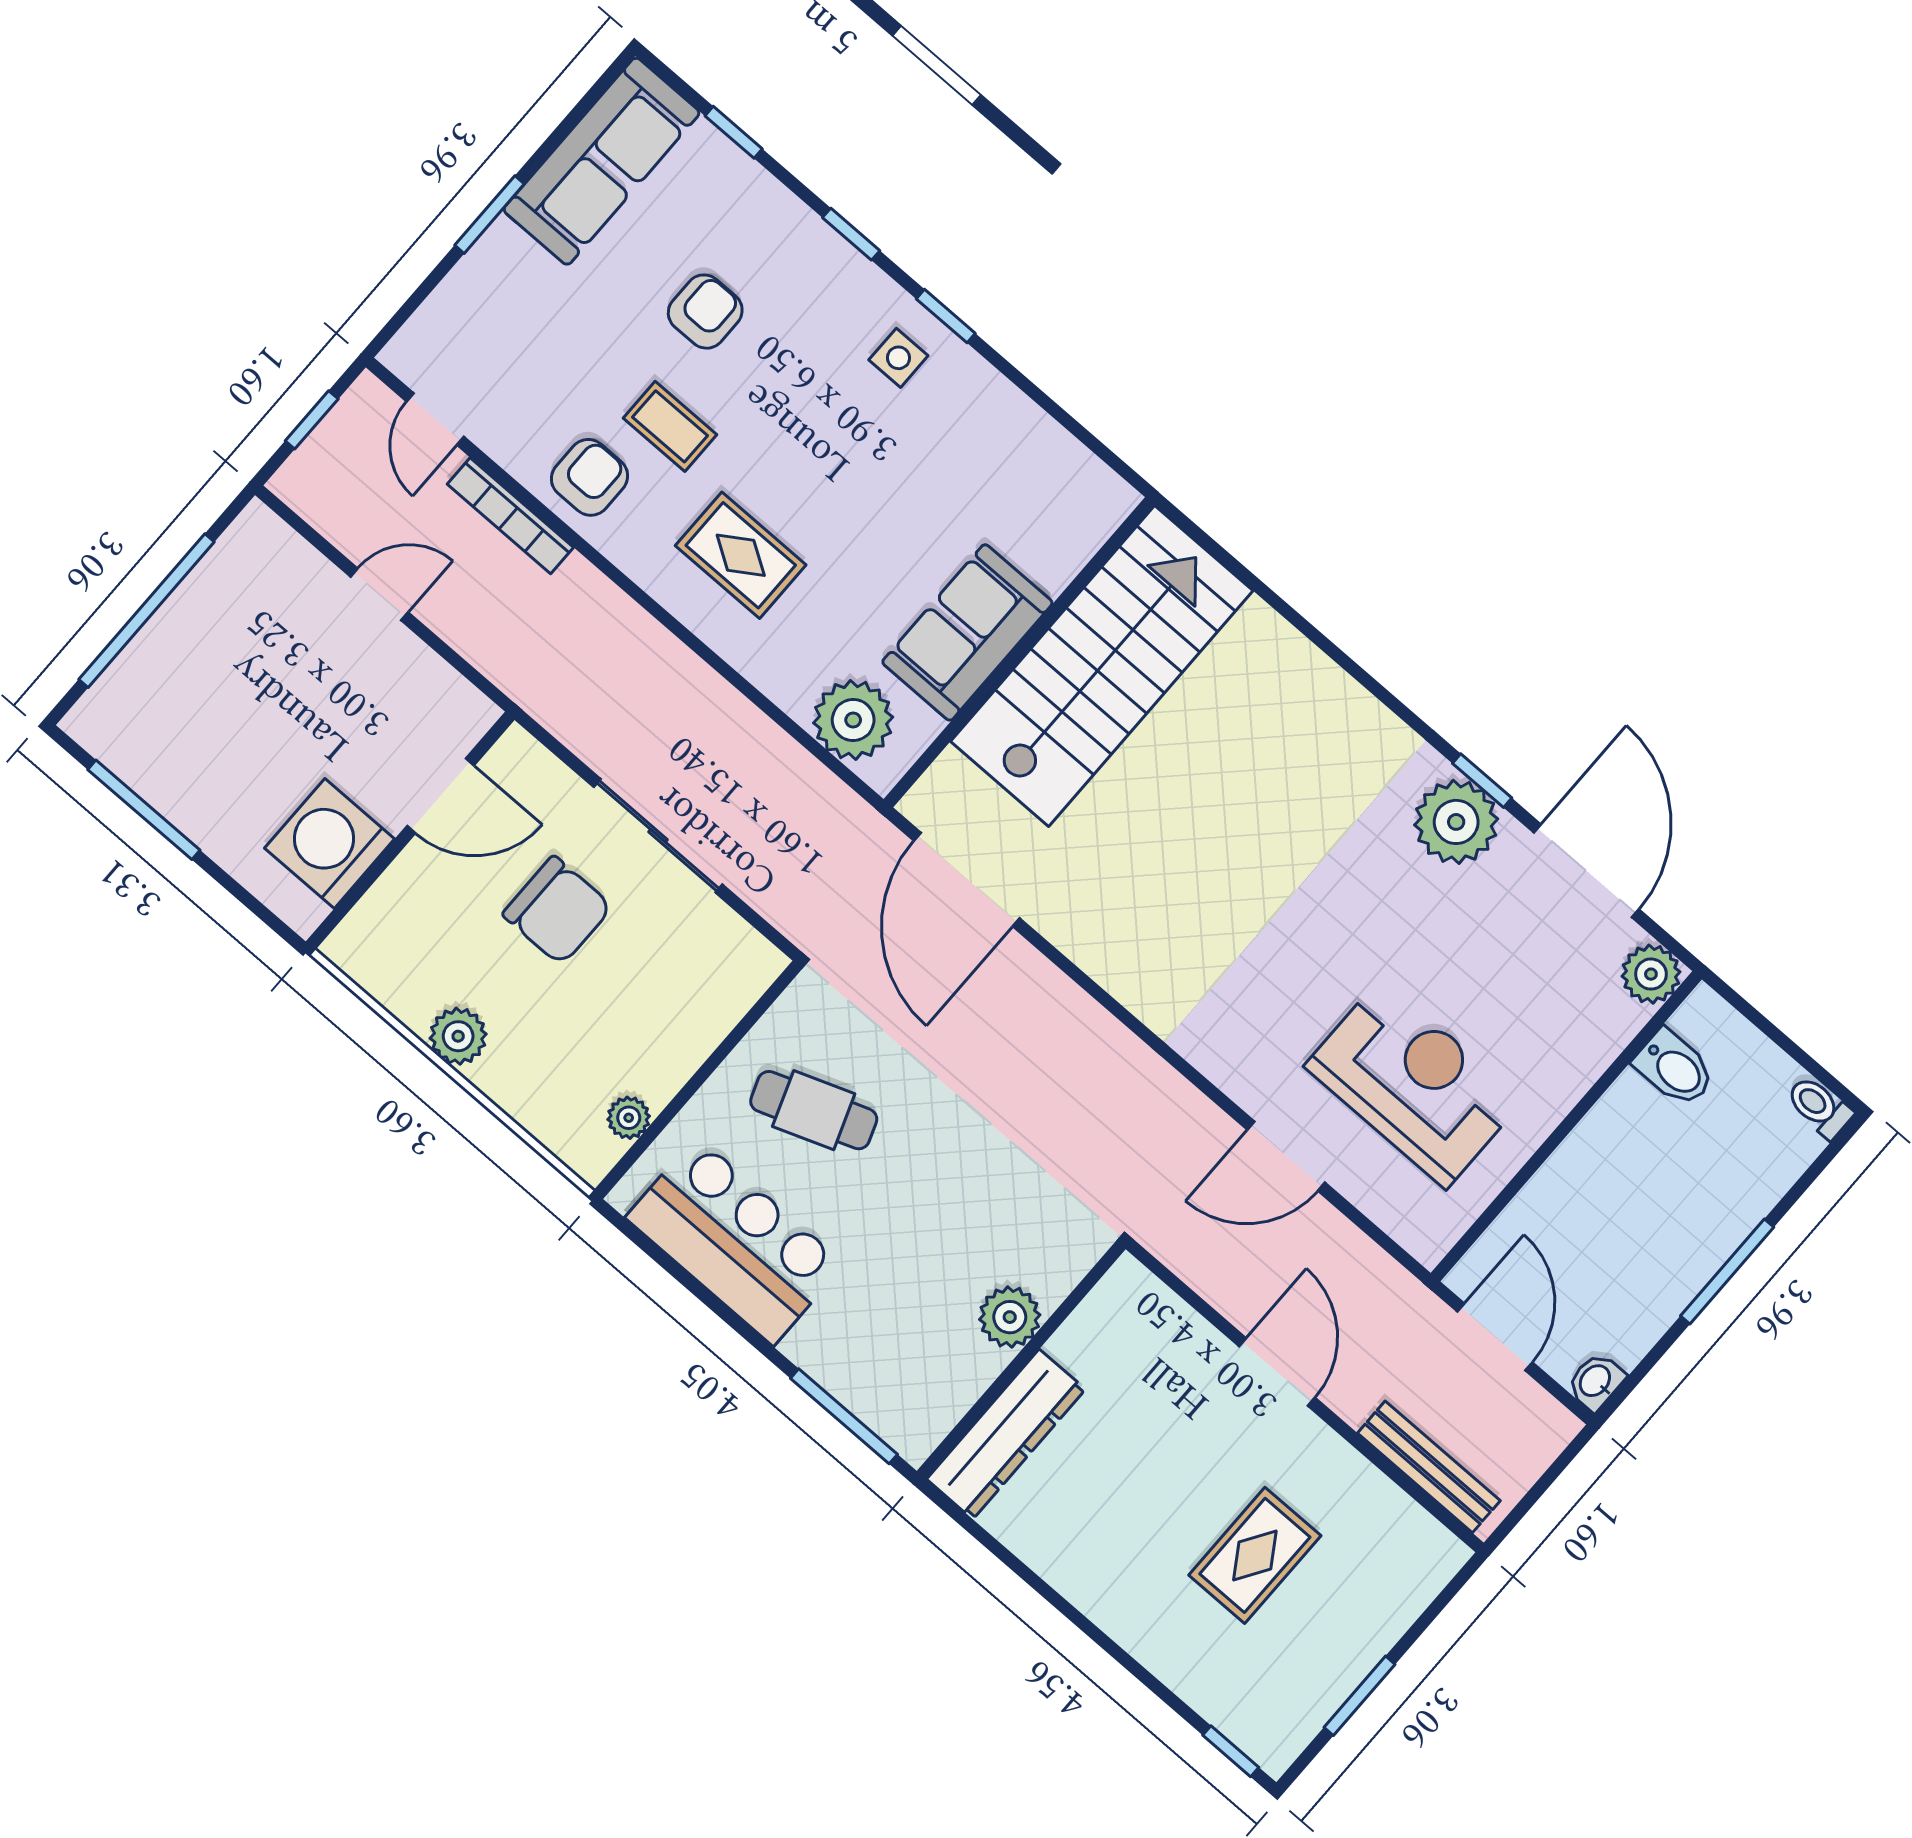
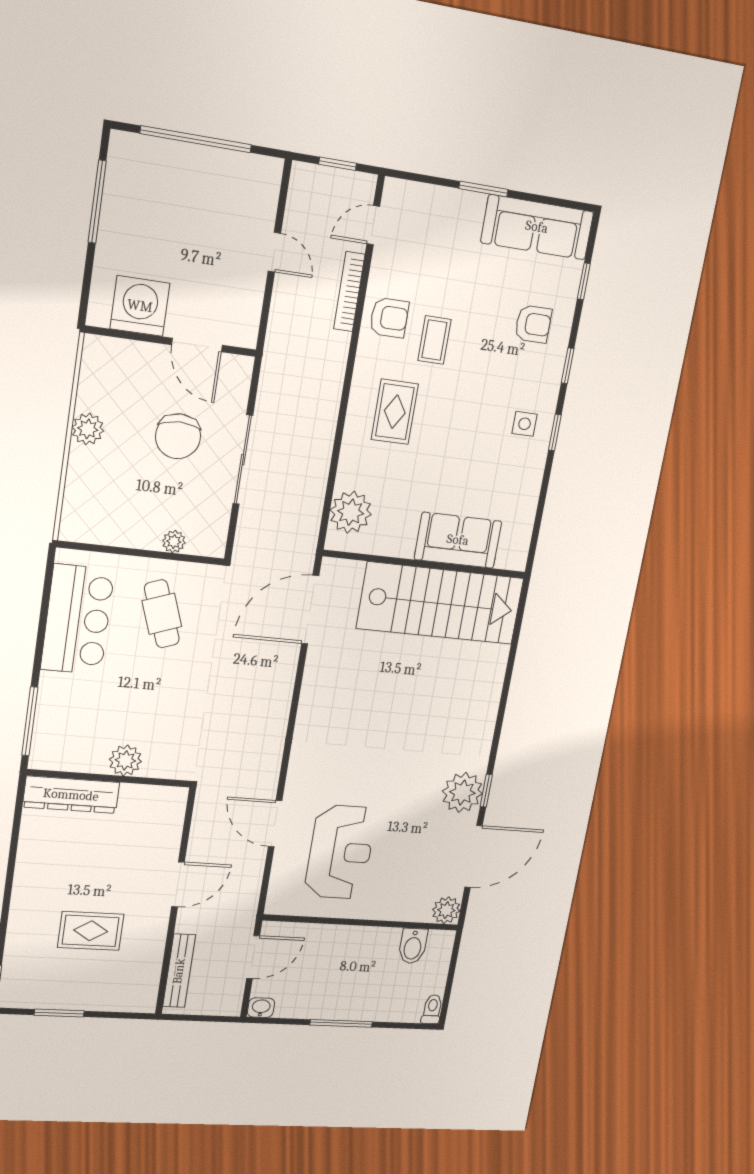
armchair: (705, 312) -> (533, 324), moved
sofa: (967, 632) -> (458, 540), moved
plant: (629, 1118) -> (174, 542), moved

